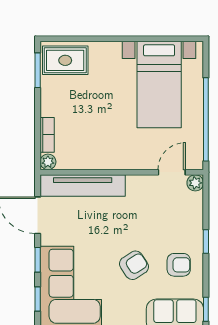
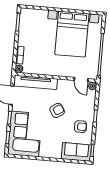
rug: (65, 60) -> (32, 18), removed
bed with nightstands: (159, 85) -> (72, 34), width x1.36
door: (172, 172) -> (81, 79), swing flipped
armchair: (134, 265) -> (57, 110), moved

